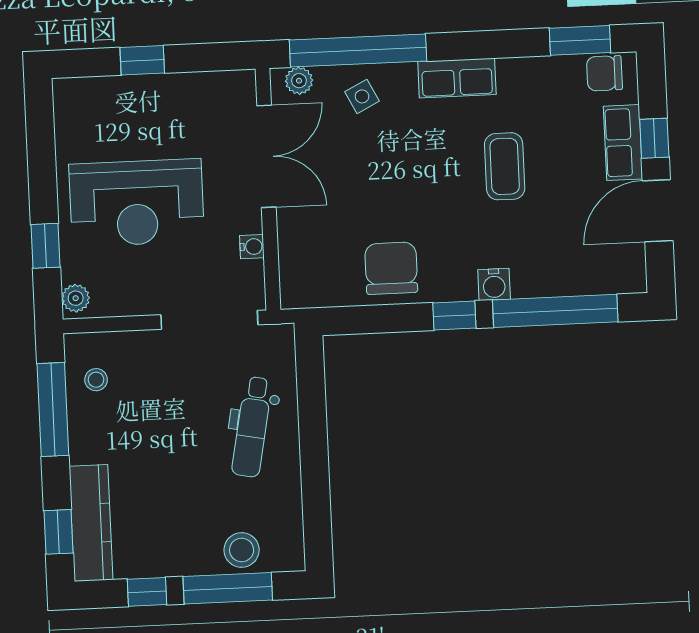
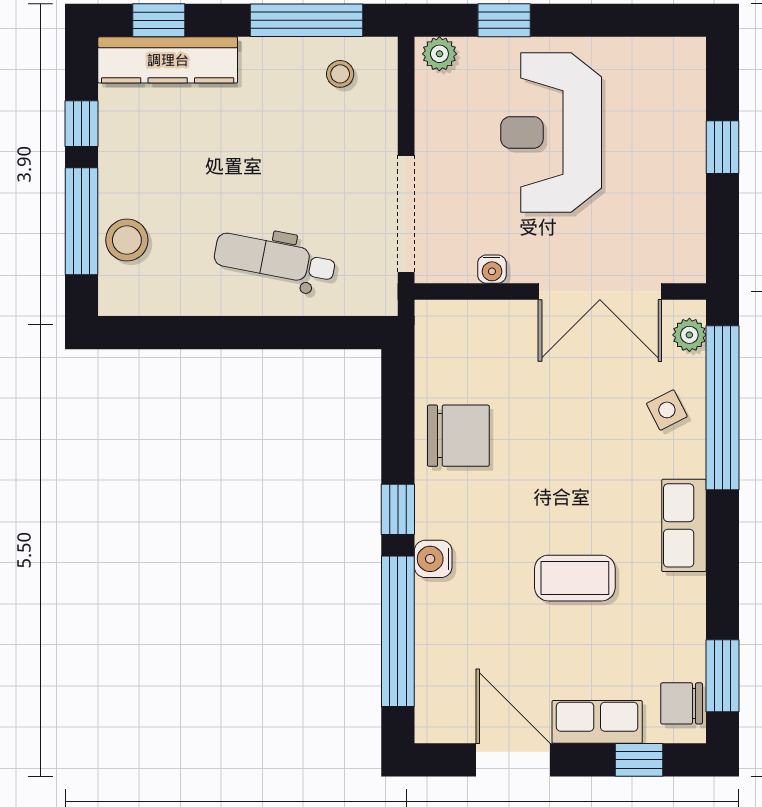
chair: (604, 73) -> (682, 703), turned -90
window: (654, 138) -> (639, 760), moved

